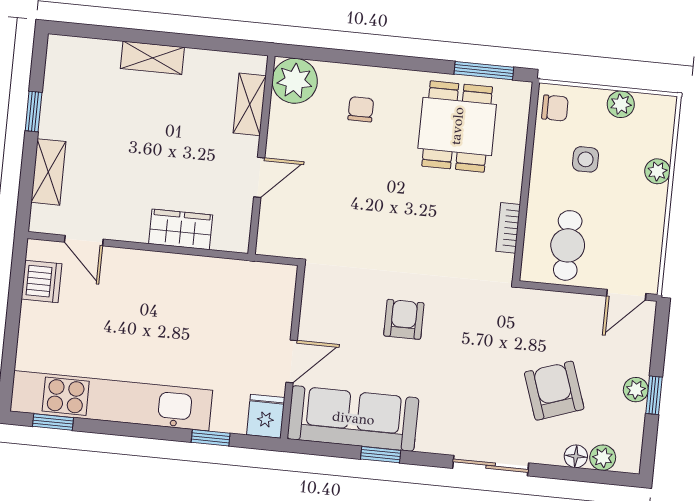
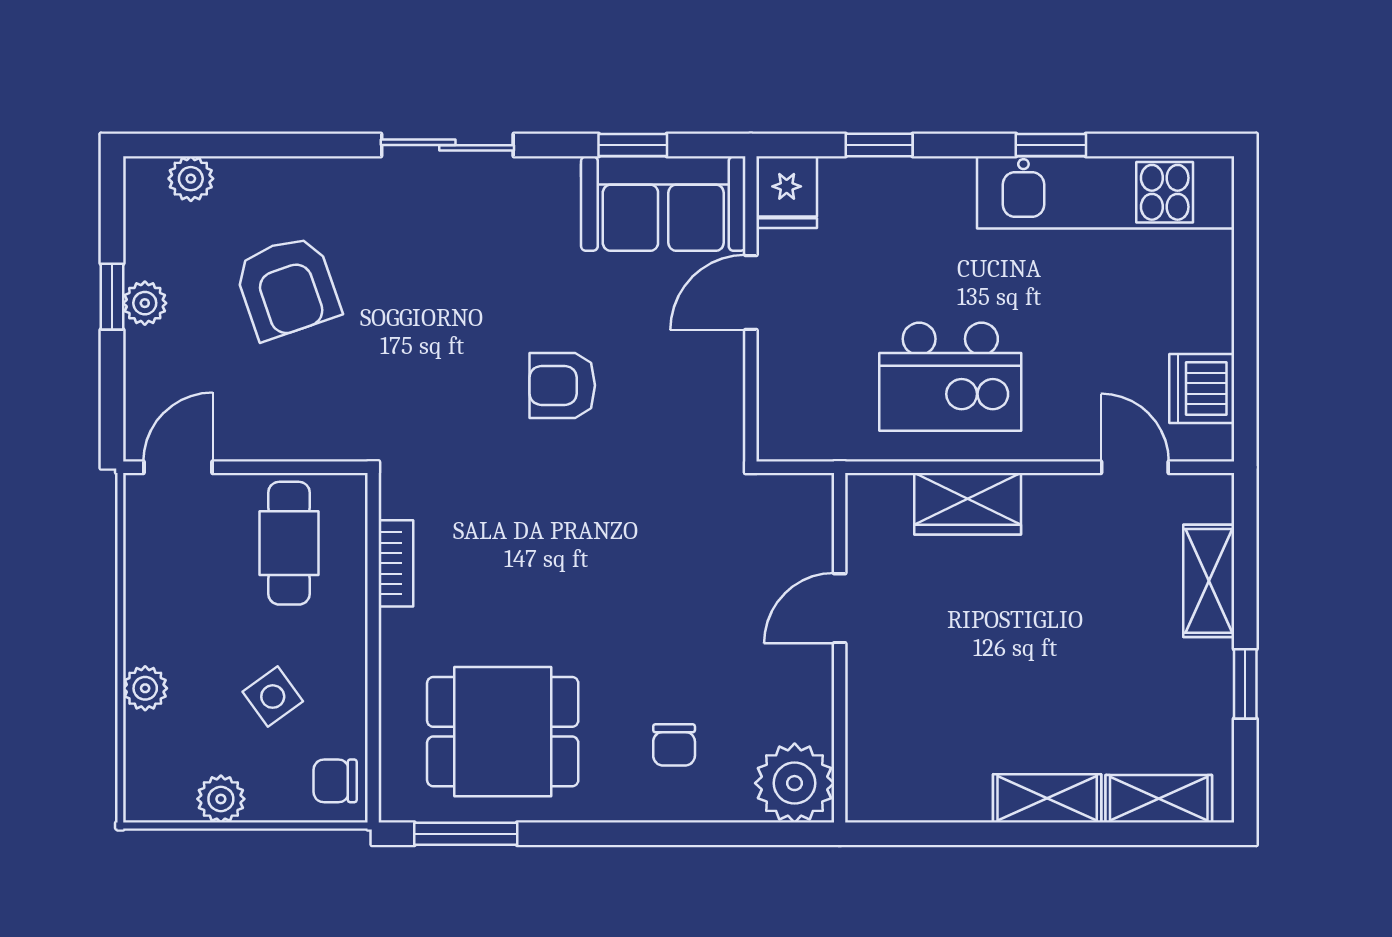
shelving: (250, 104) -> (1159, 799), moved, turned 90
dining table: (457, 126) -> (503, 732), turned 90
side table: (586, 159) -> (273, 697), turned -36
kitchen island: (183, 302) -> (950, 377), added
armchair: (404, 319) -> (562, 385), turned 90
kitchen unit: (111, 401) -> (1106, 192), width x0.73
sofa: (353, 418) -> (663, 204), width x0.73
window: (53, 422) -> (1051, 145), moved
window: (381, 455) -> (633, 145), moved
floor lamp: (576, 456) -> (238, 176), removed
sliding door: (491, 466) -> (447, 145), moved

